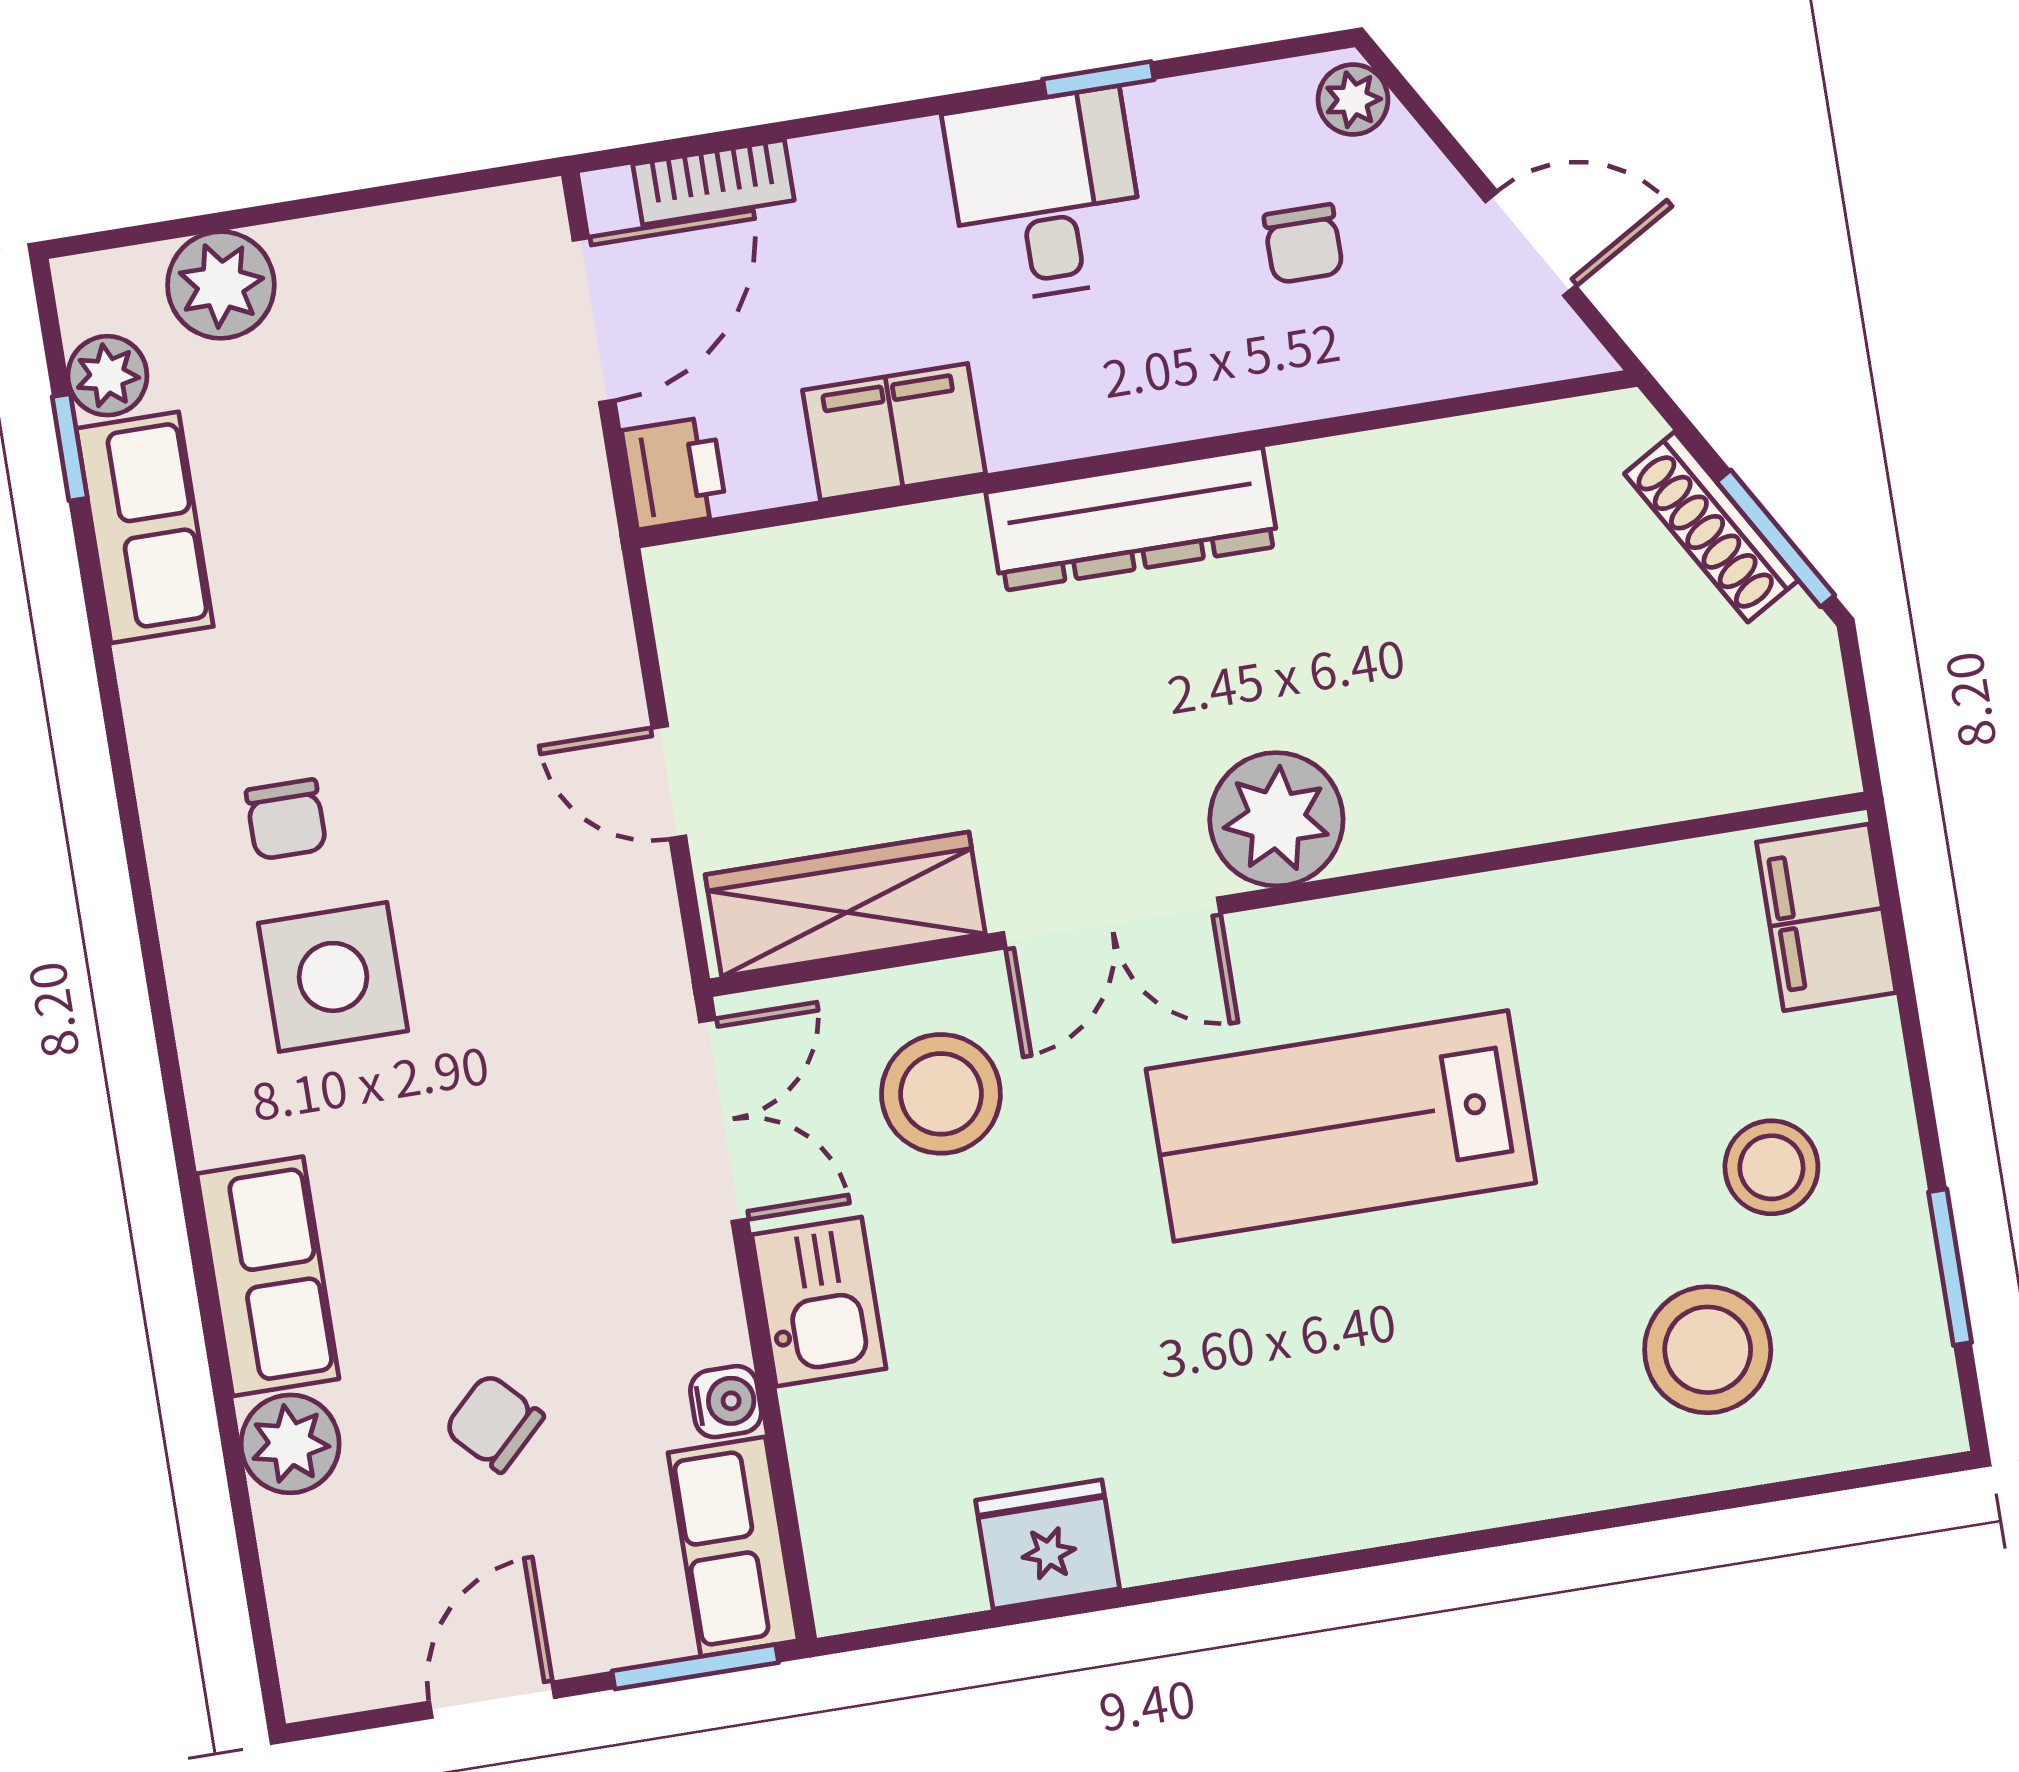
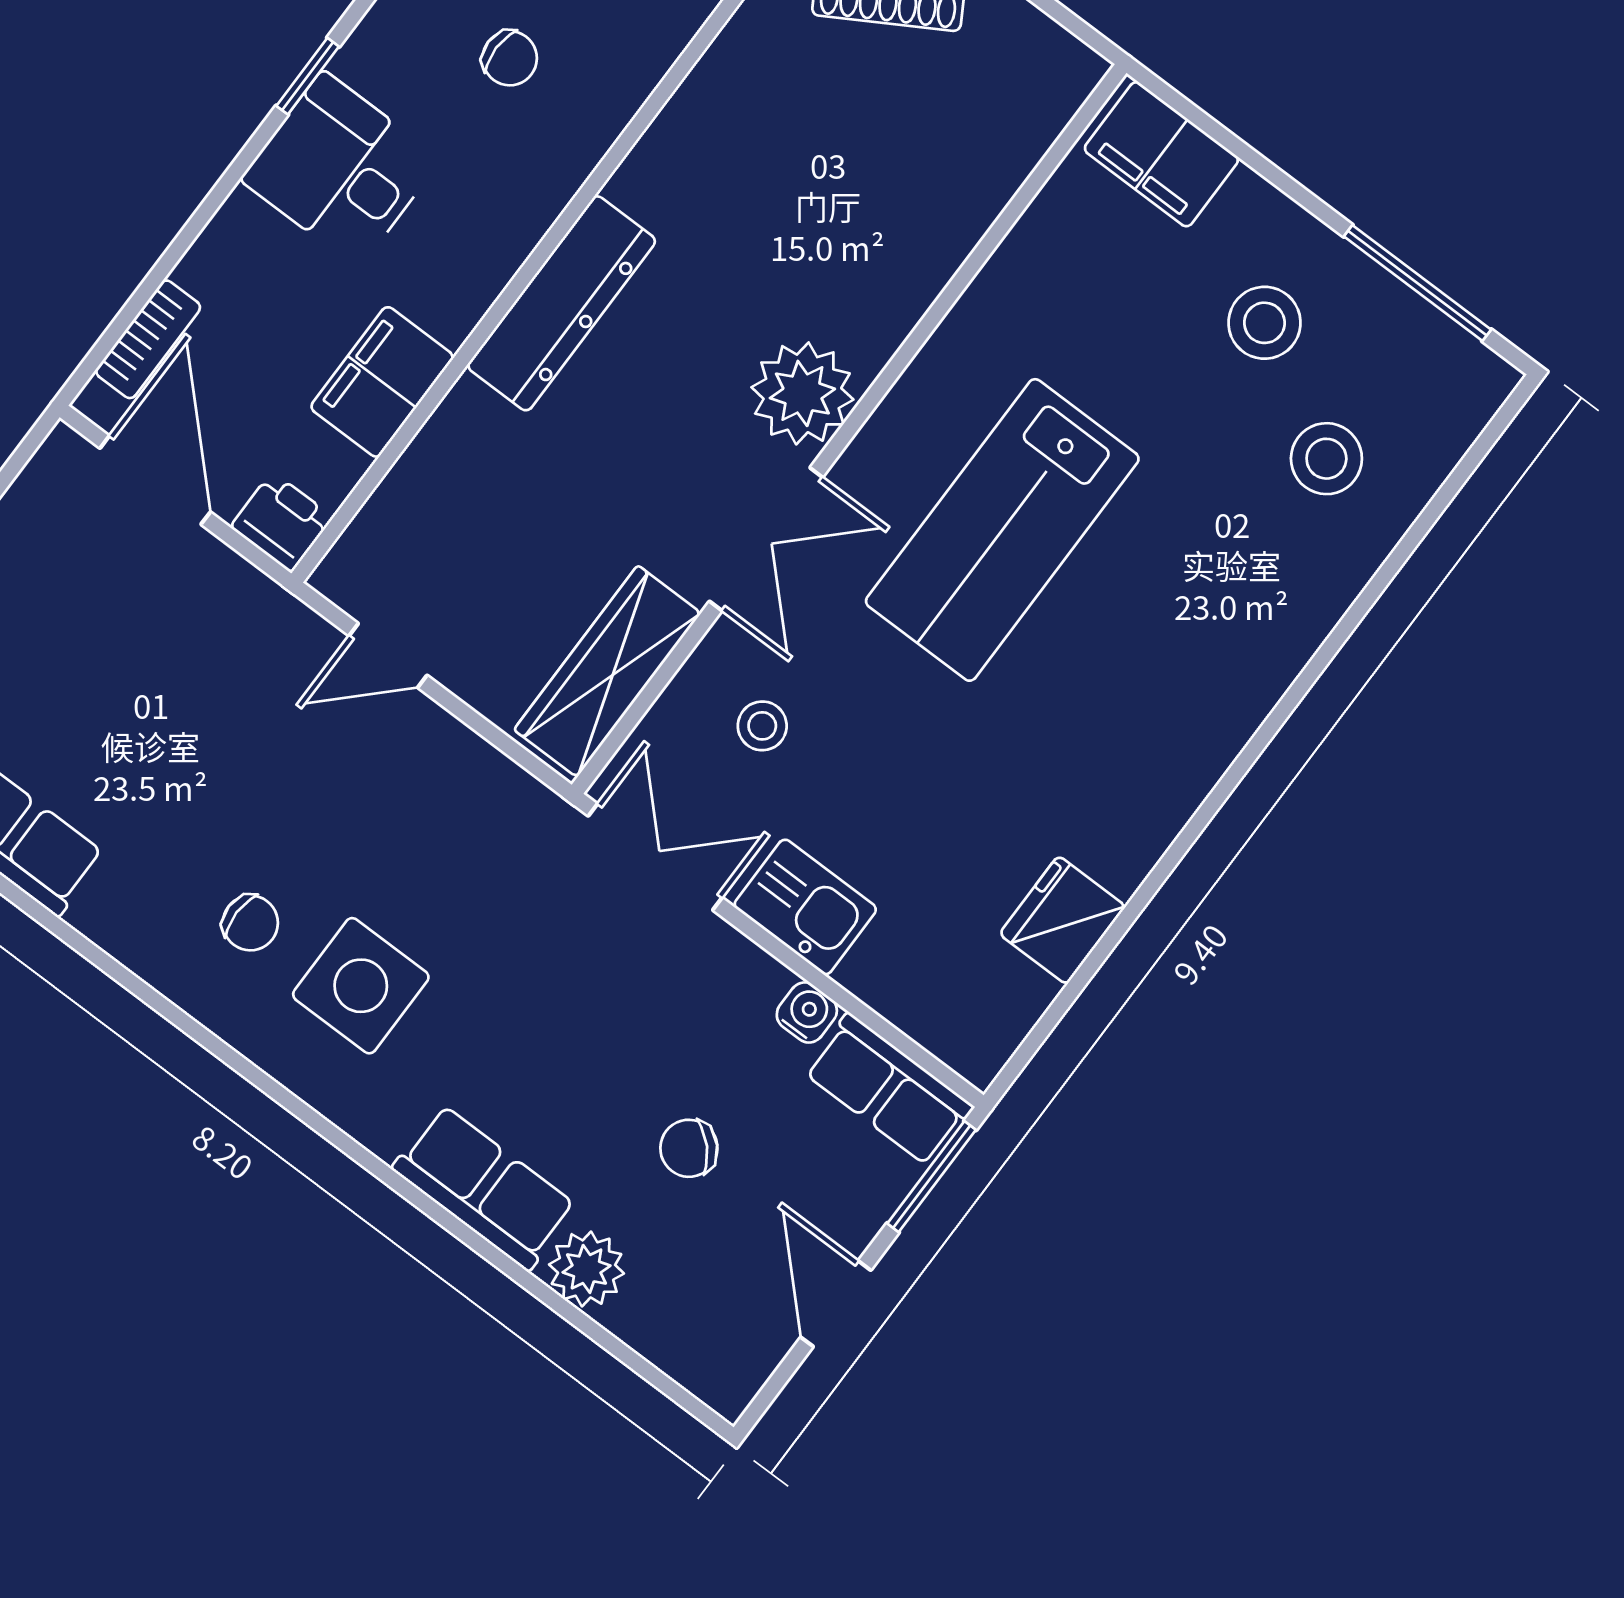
door: (669, 782) -> (388, 655), moved
stool: (941, 1094) -> (762, 726), width x0.53, depth x0.53
window: (1950, 1267) -> (1417, 283), width x1.44
stool: (1708, 1350) -> (1326, 459), width x0.73, depth x0.73

